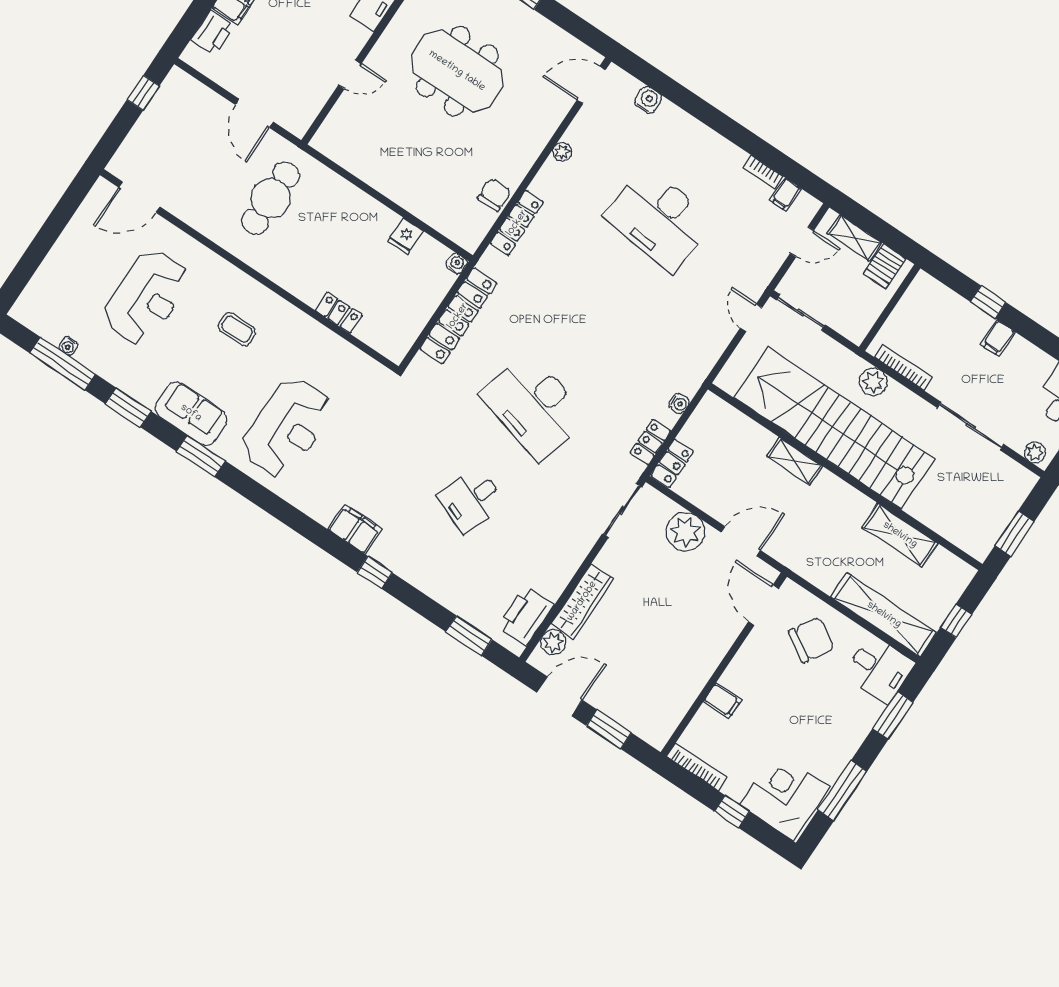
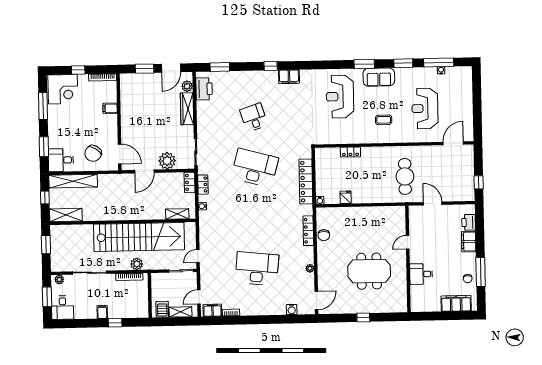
filing cabinet: (786, 194) -> (212, 310), width x2.00
door: (751, 318) -> (198, 256), swing flipped
shelving: (794, 461) -> (177, 214), moved
desk: (471, 500) -> (254, 117), turned -39
shelving: (900, 535) -> (66, 215), moved

